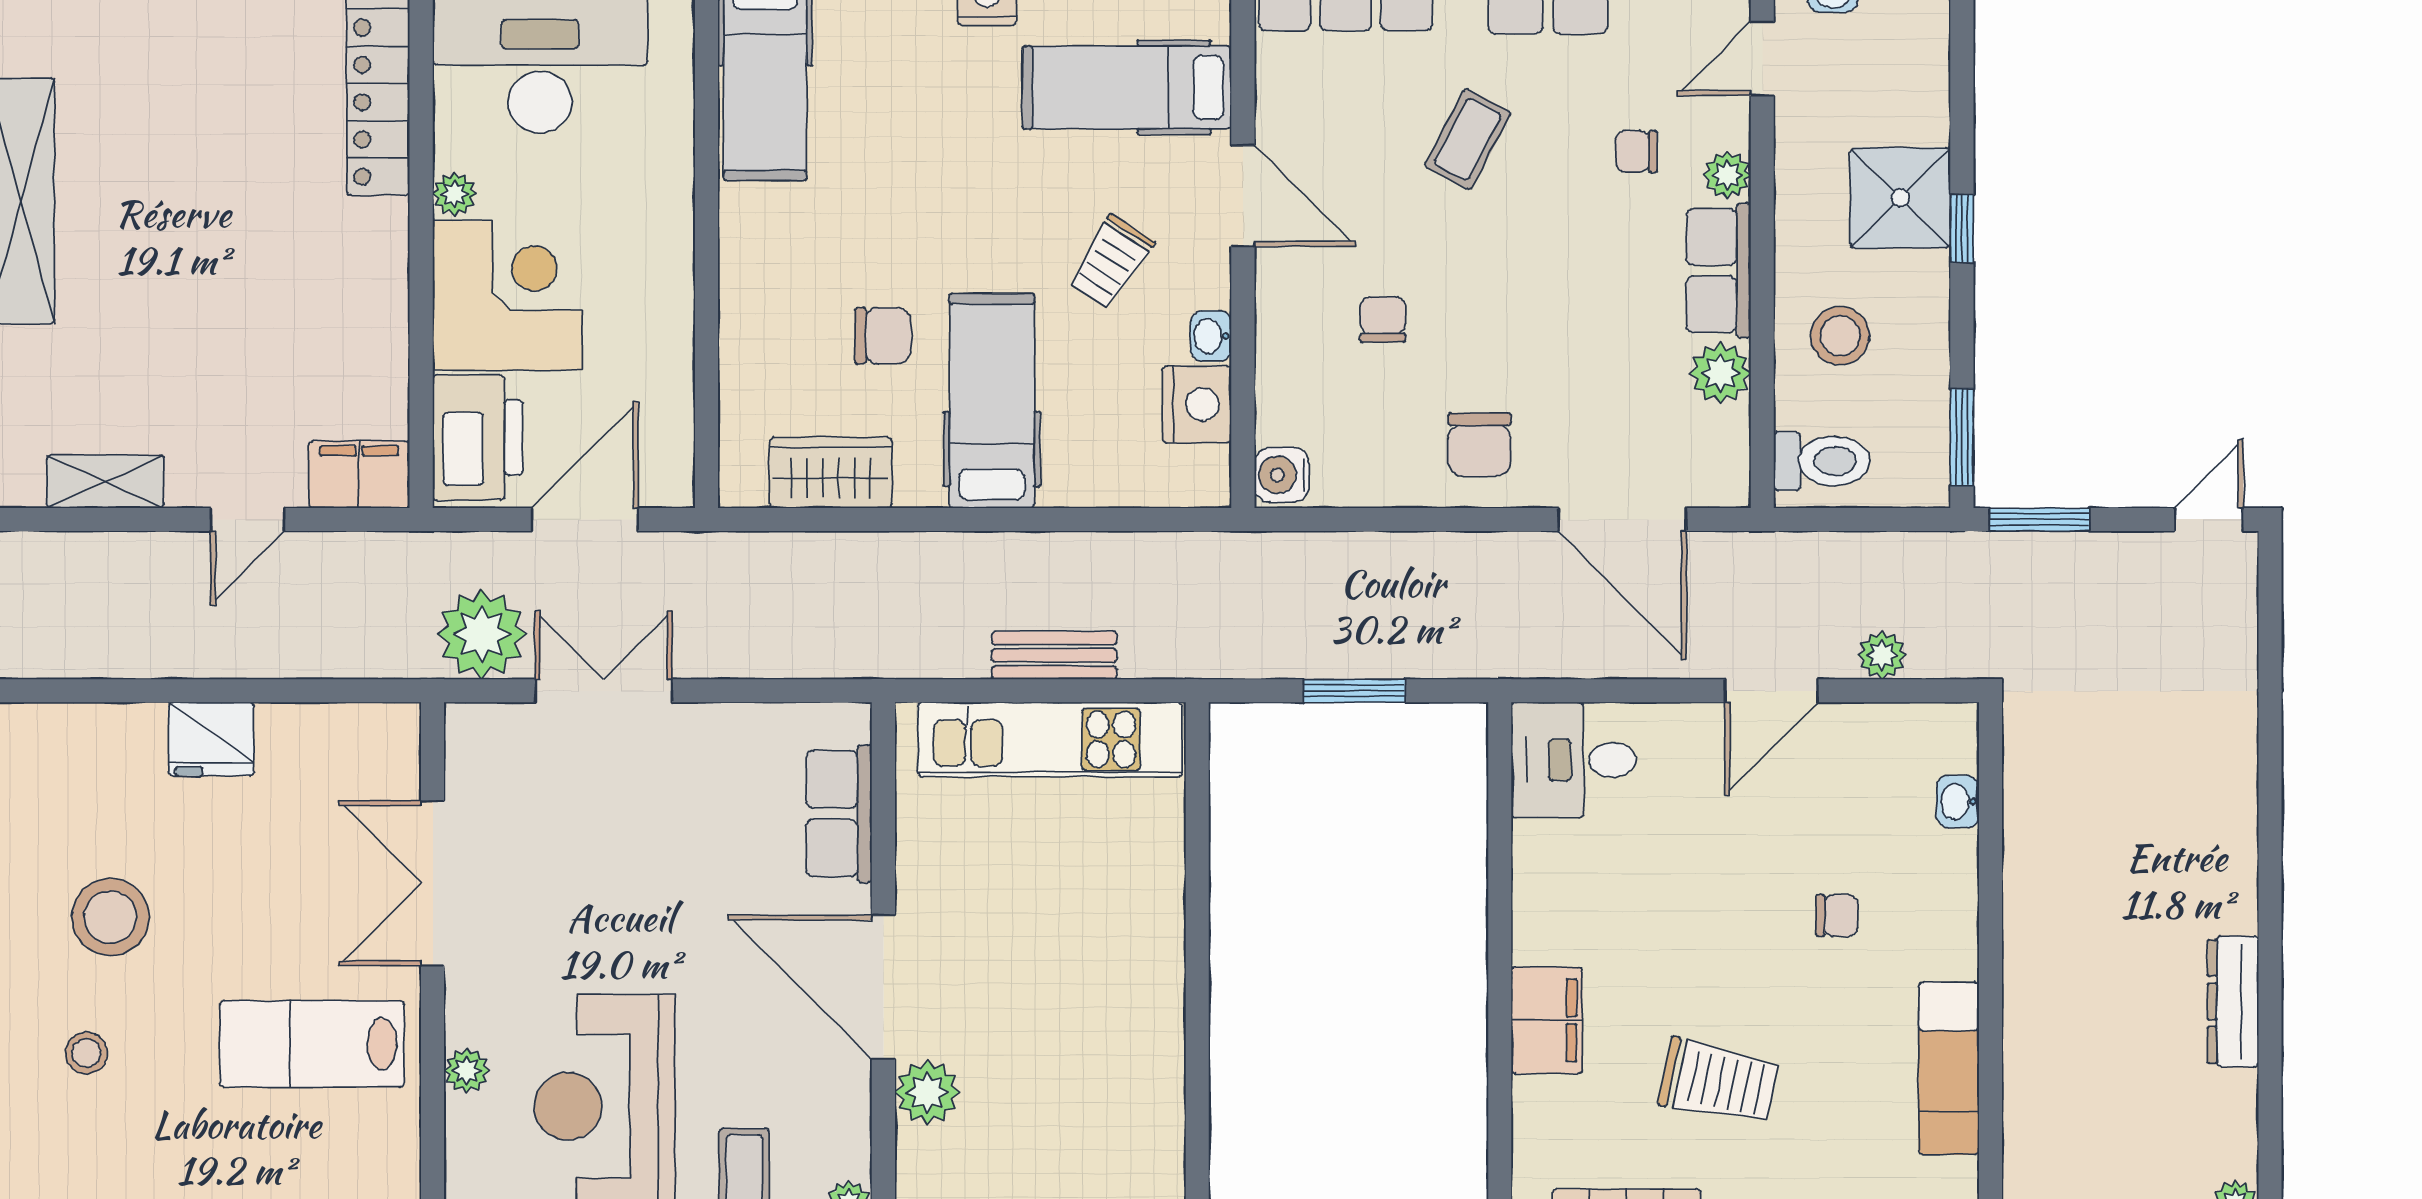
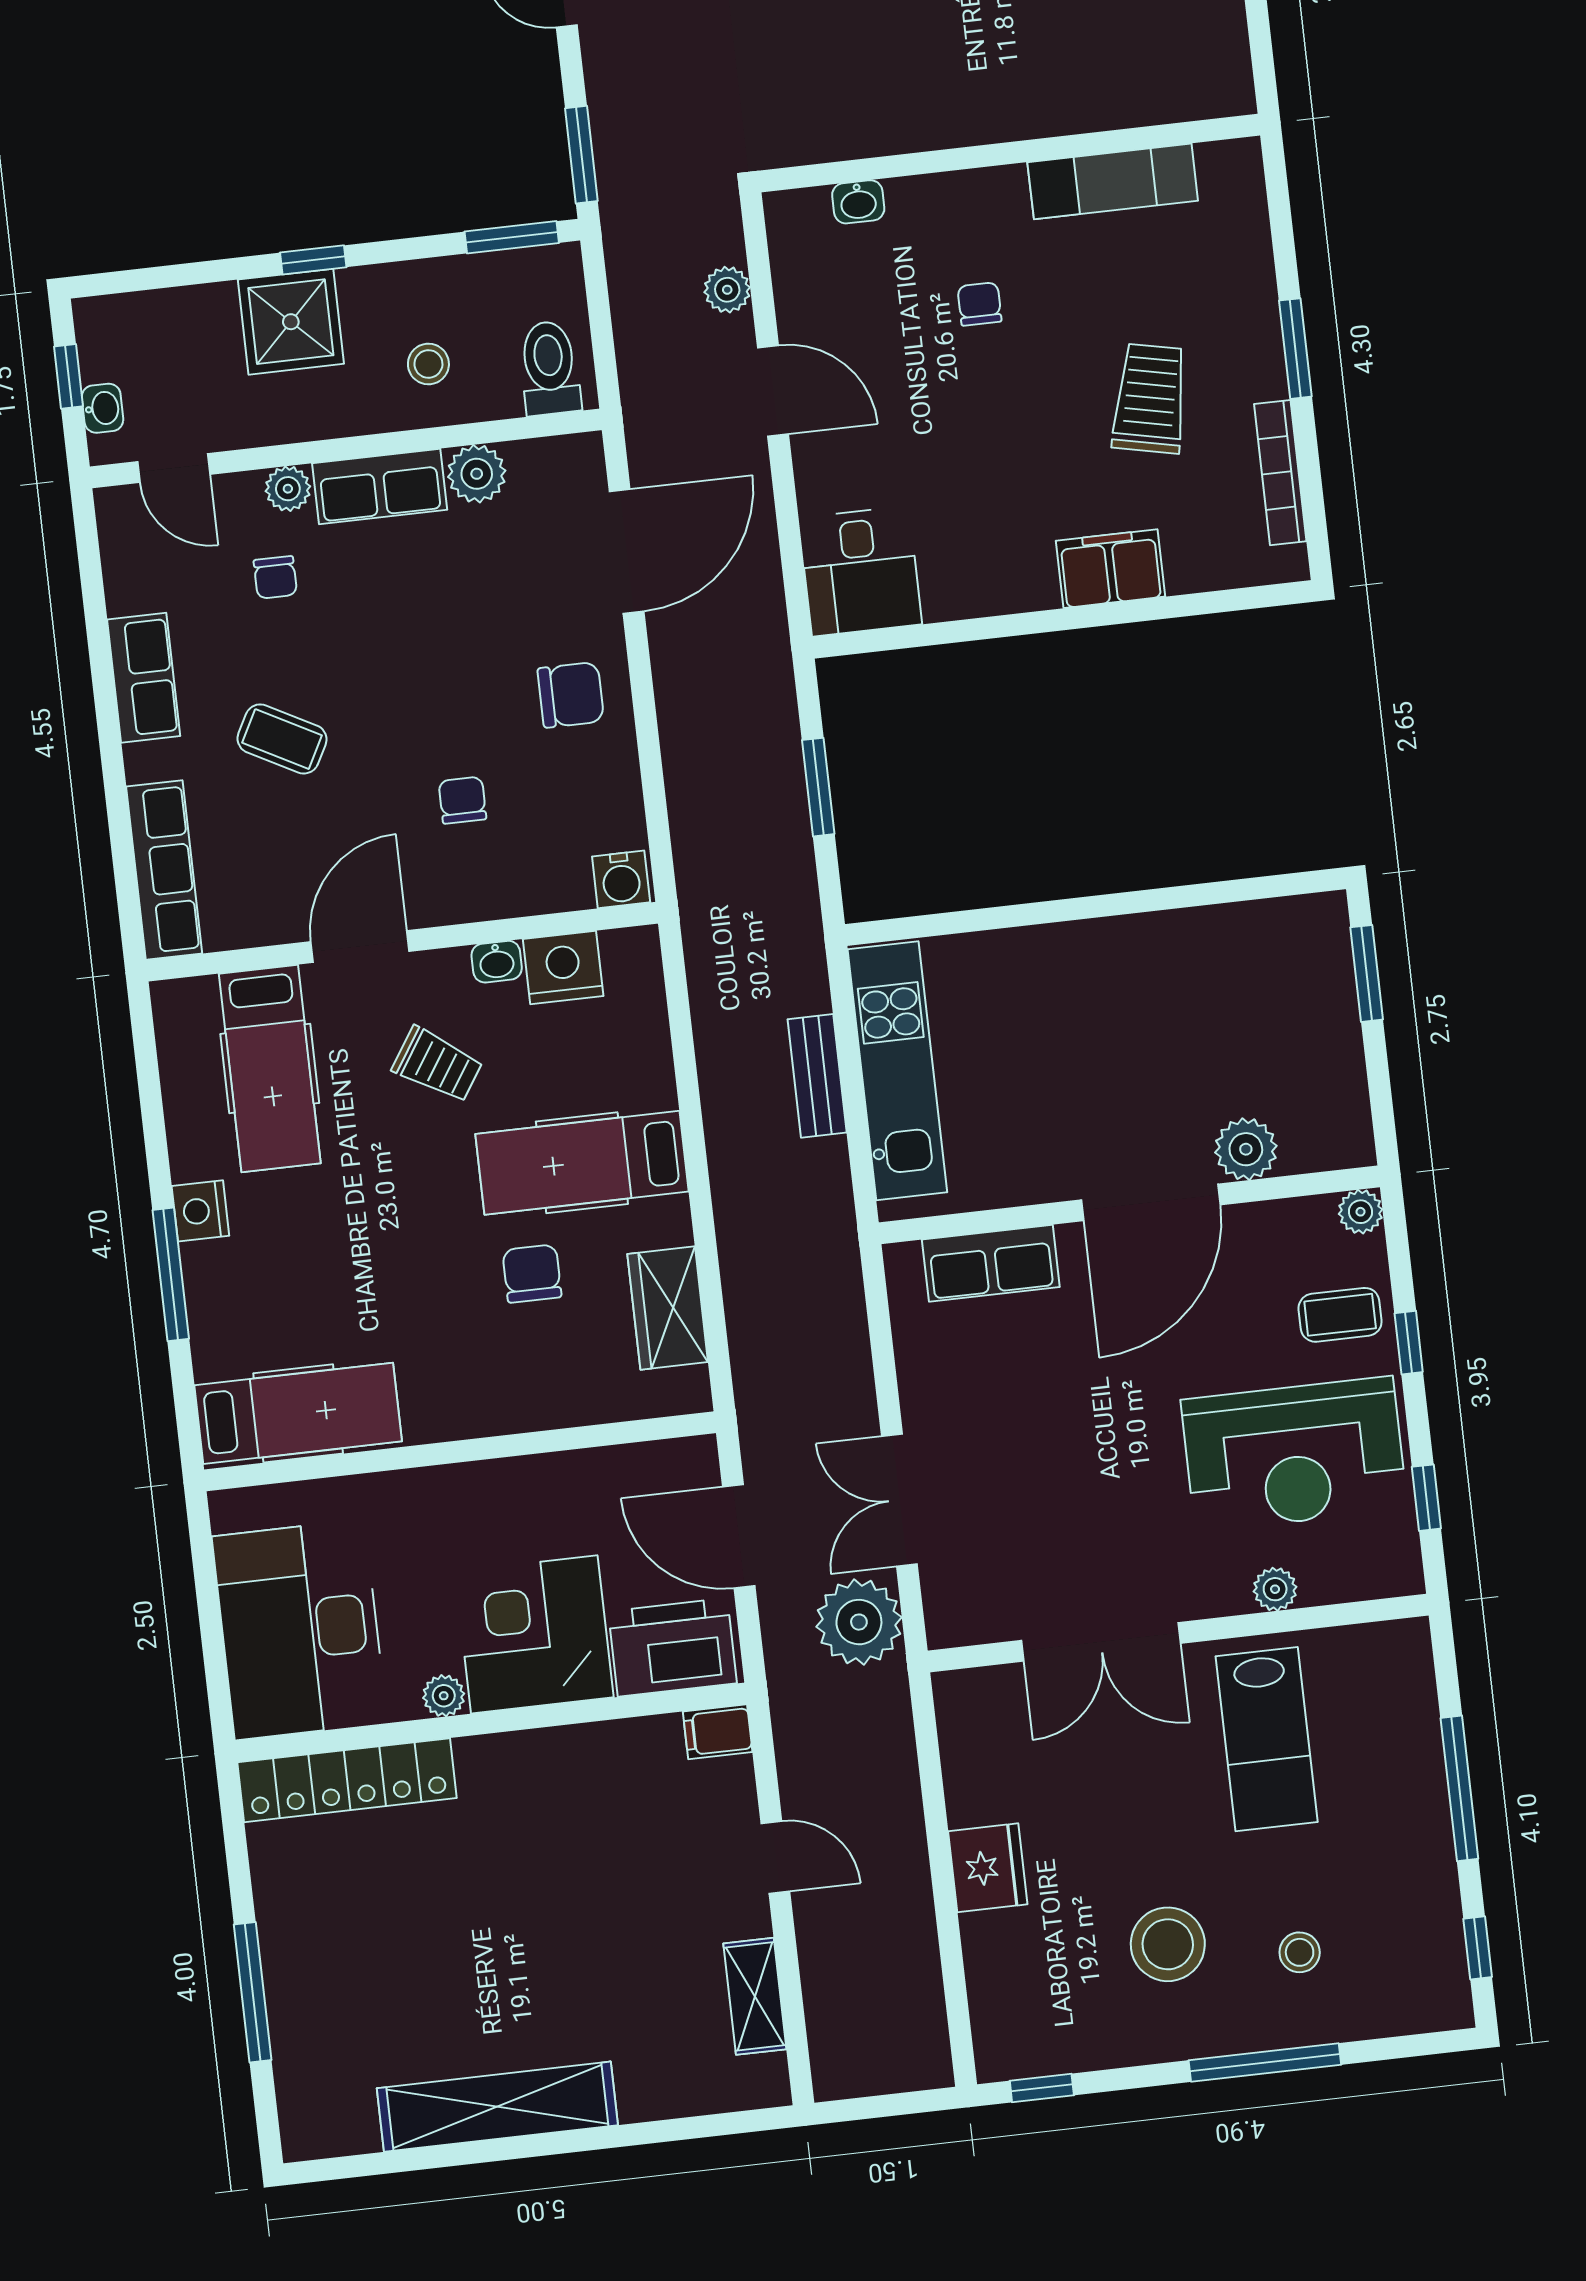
chair: (1383, 319) -> (462, 800), turned 90
stool: (1840, 336) -> (428, 364), width x0.73, depth x0.73
filing cabinet: (359, 474) -> (718, 1732), width x0.50

